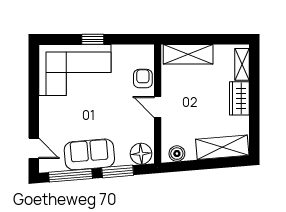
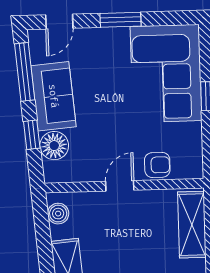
window: (34, 103) -> (121, 20), added
floor lamp: (141, 154) -> (54, 146), moved
window: (118, 171) -> (32, 135), width x0.67

